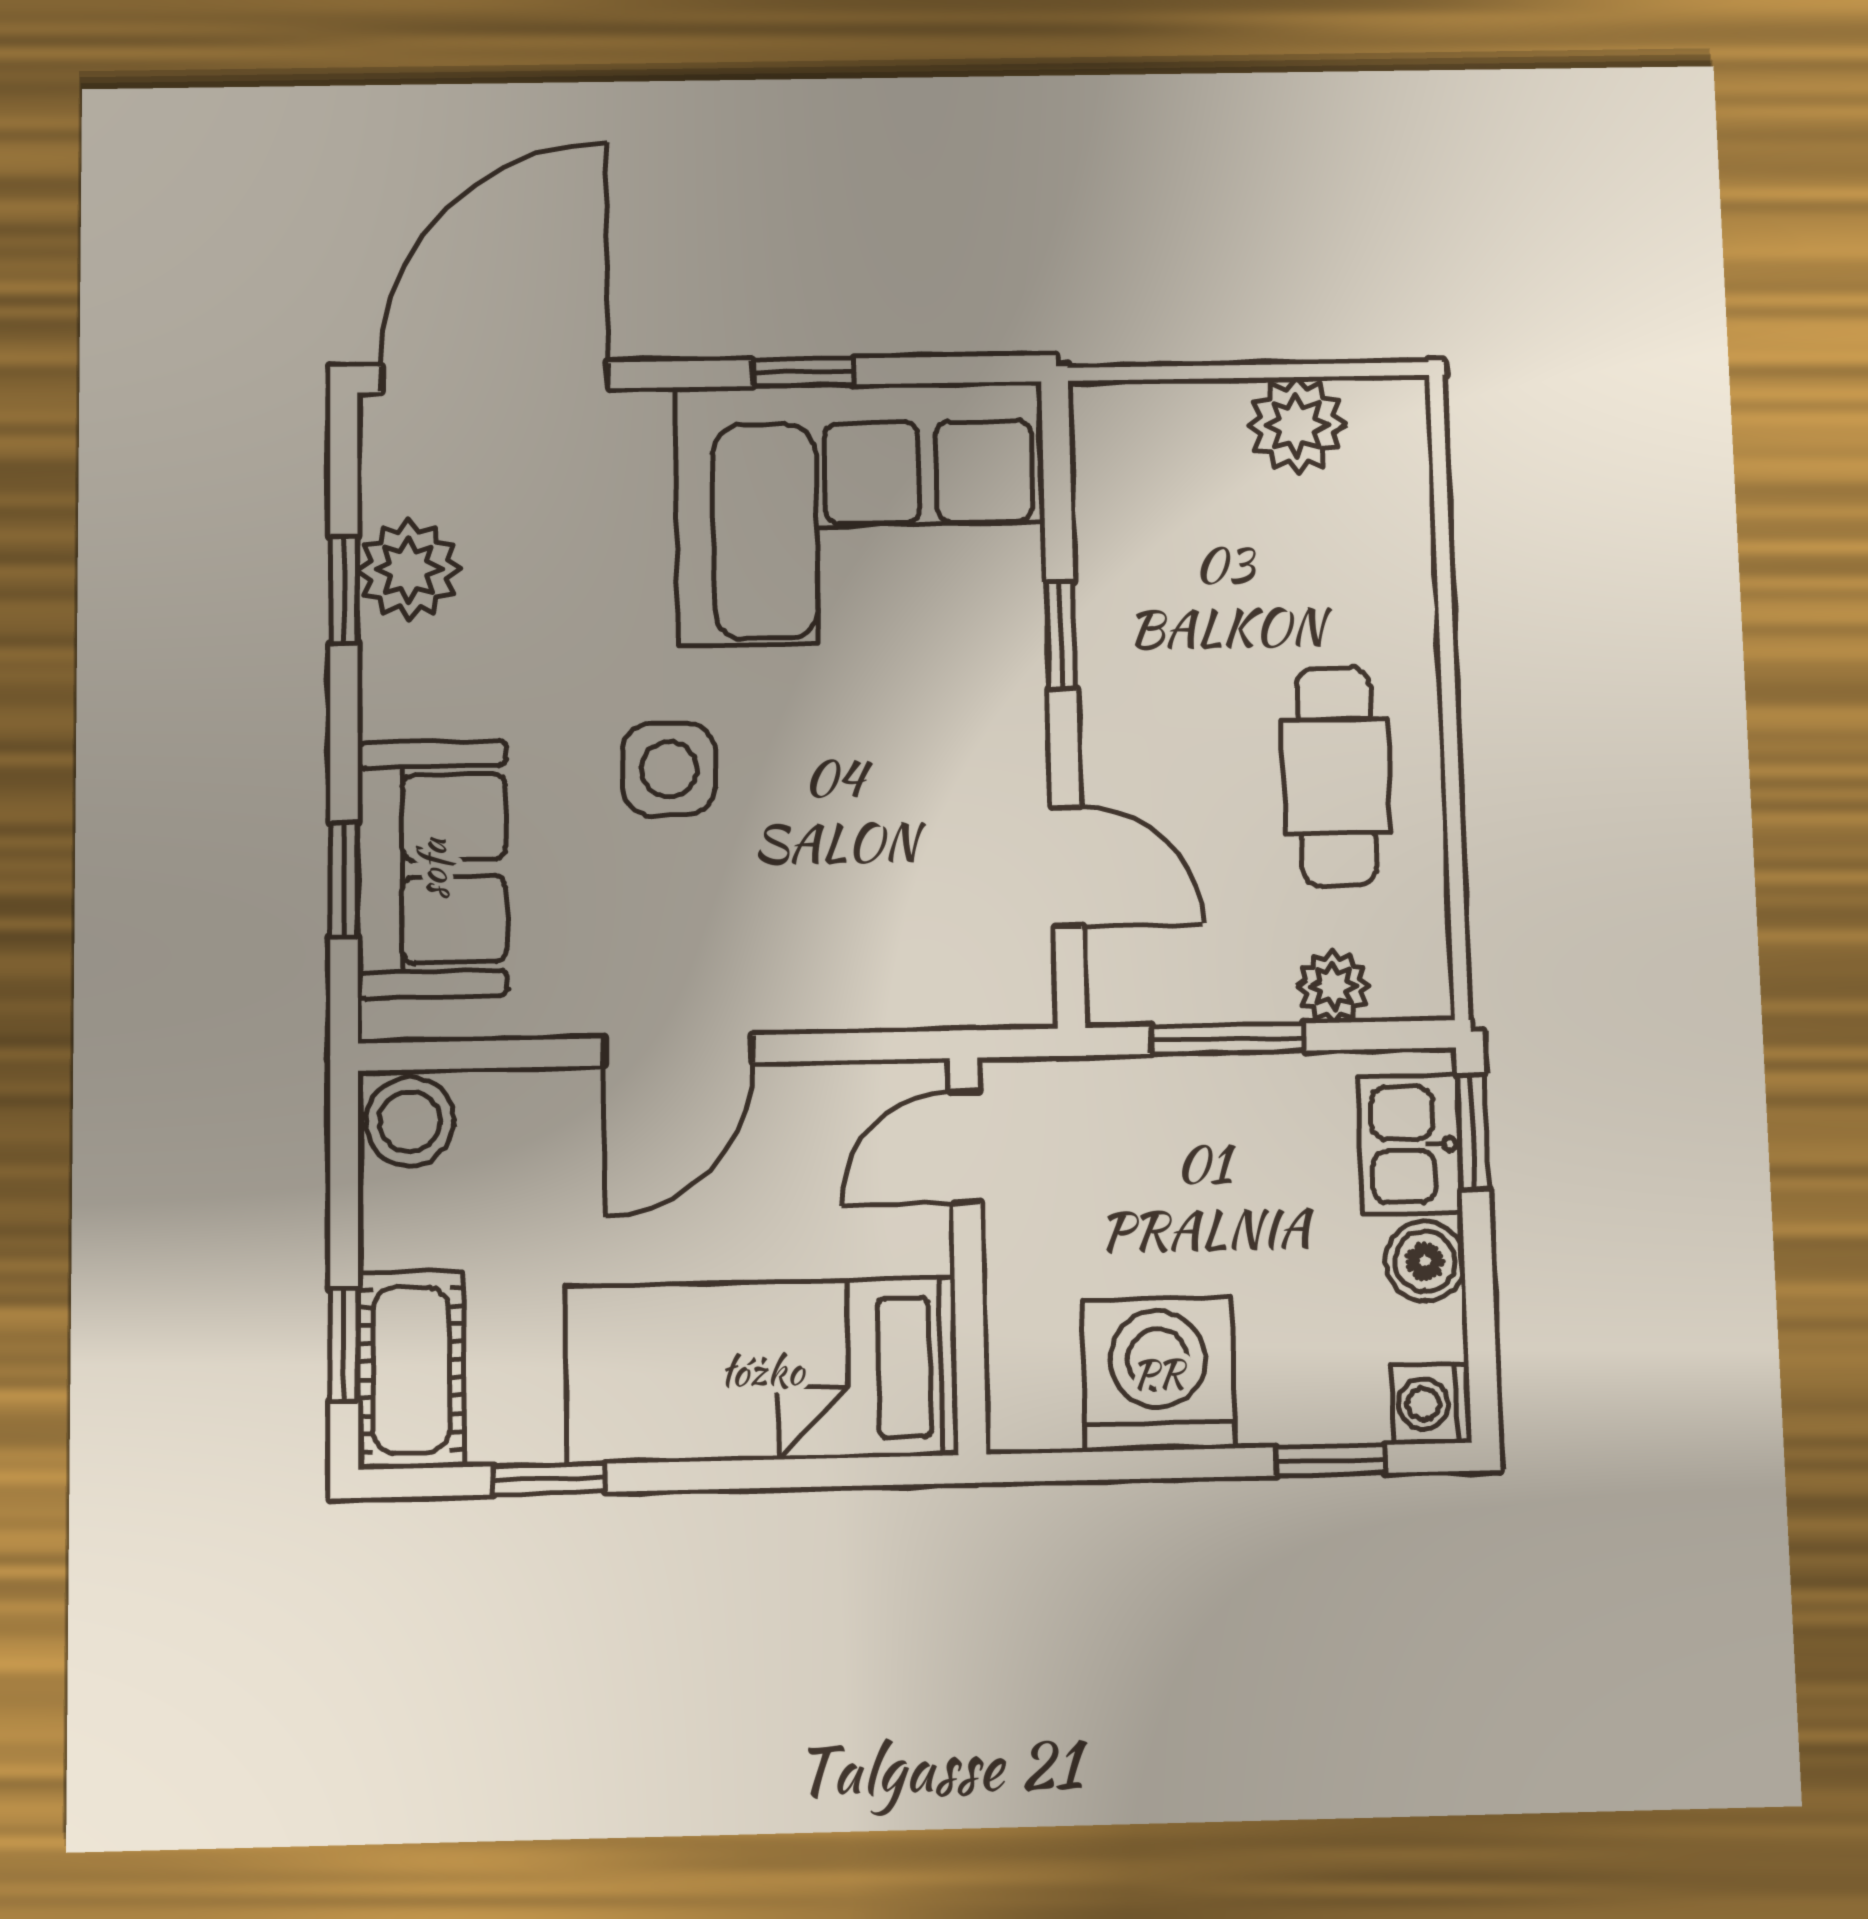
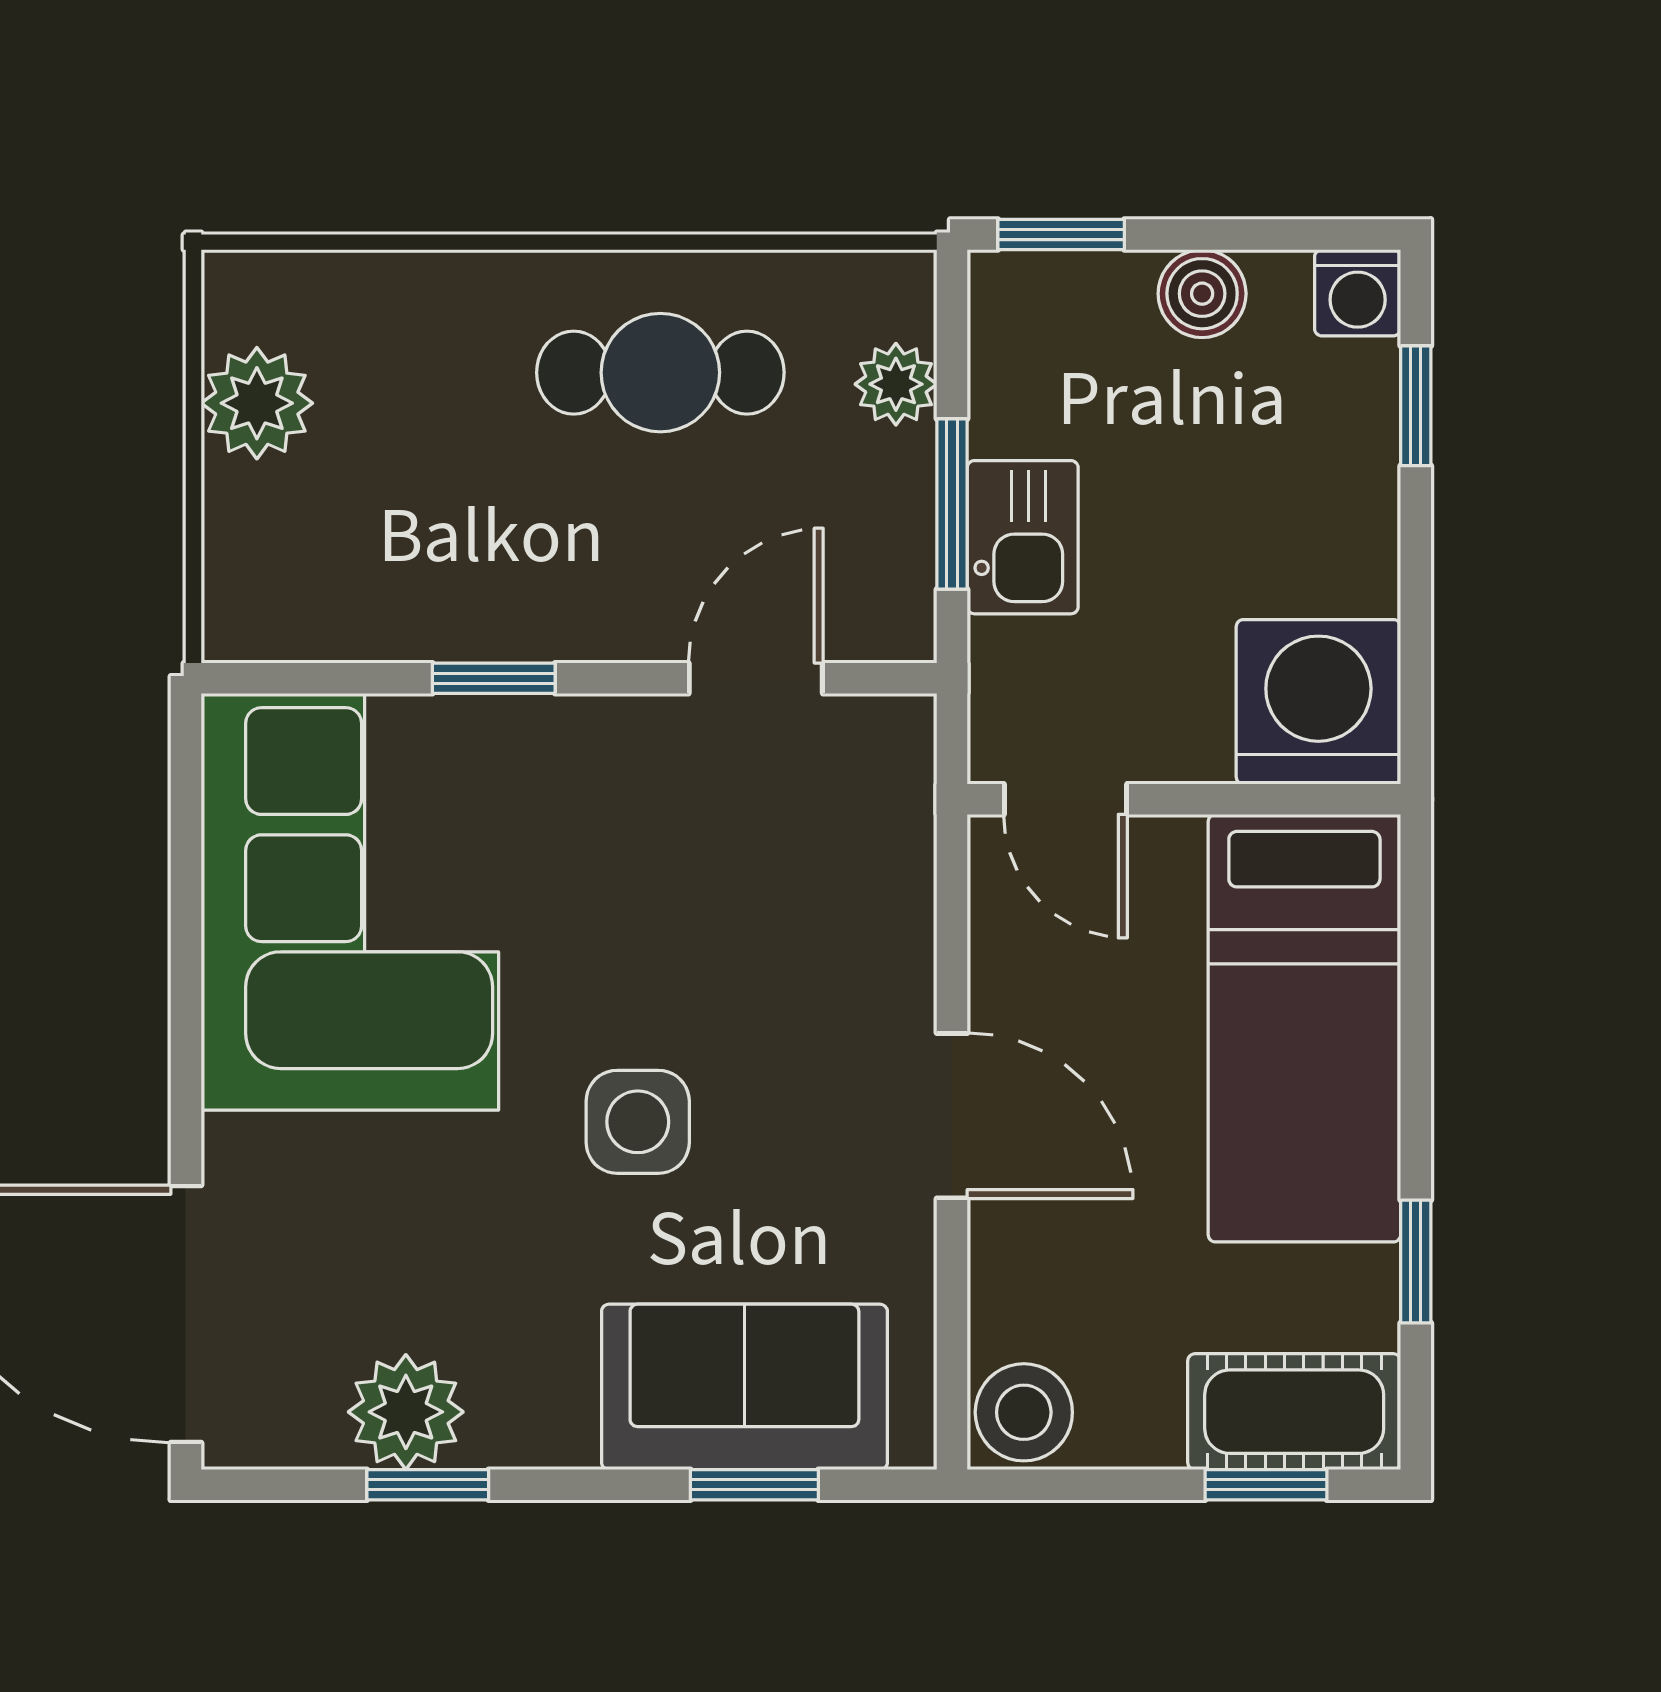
window: (803, 372) -> (186, 964), removed
kitchen sink: (1410, 1145) -> (1023, 537), moved, turned -90
washing machine: (1158, 1374) -> (1318, 702), moved, turned 90

